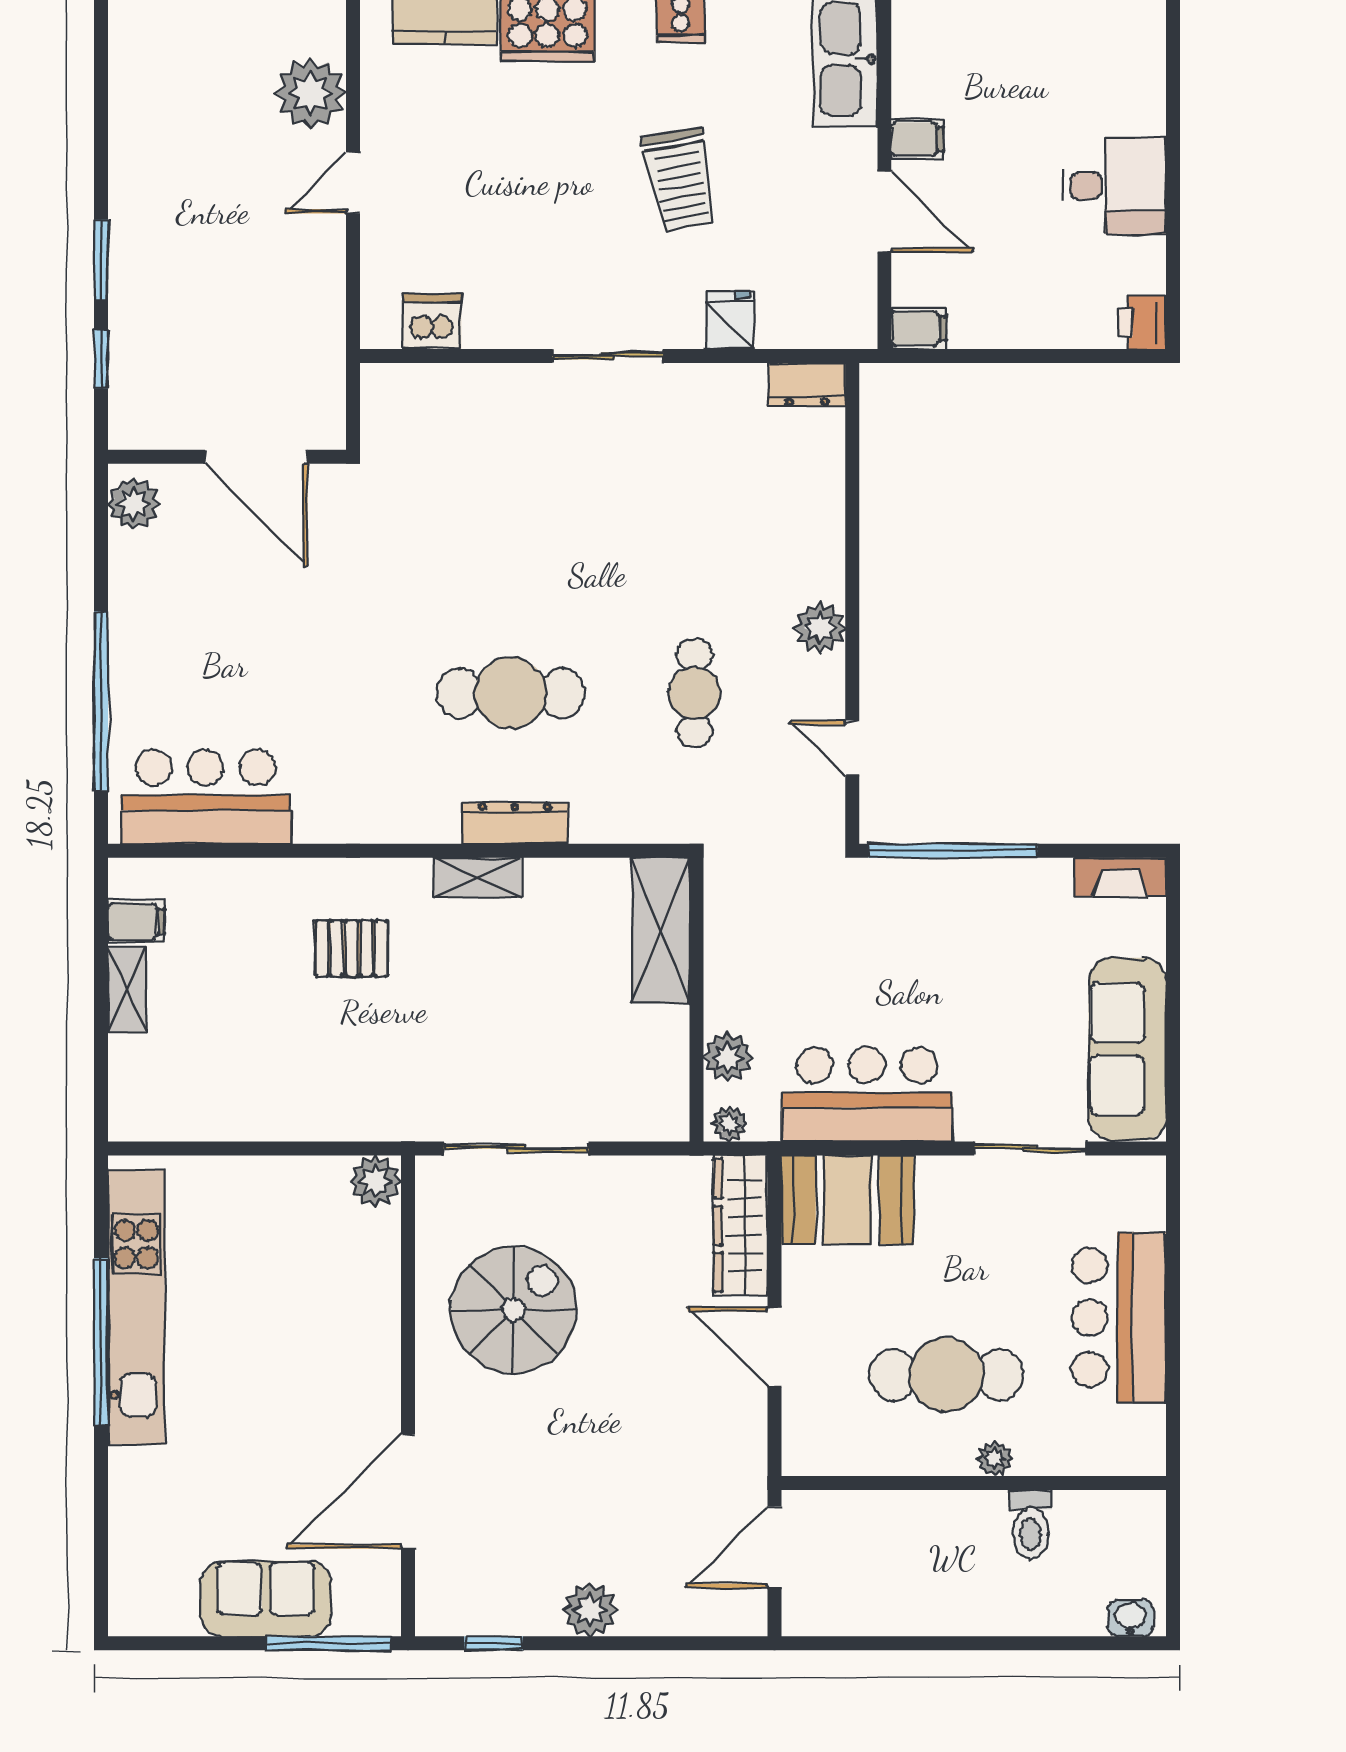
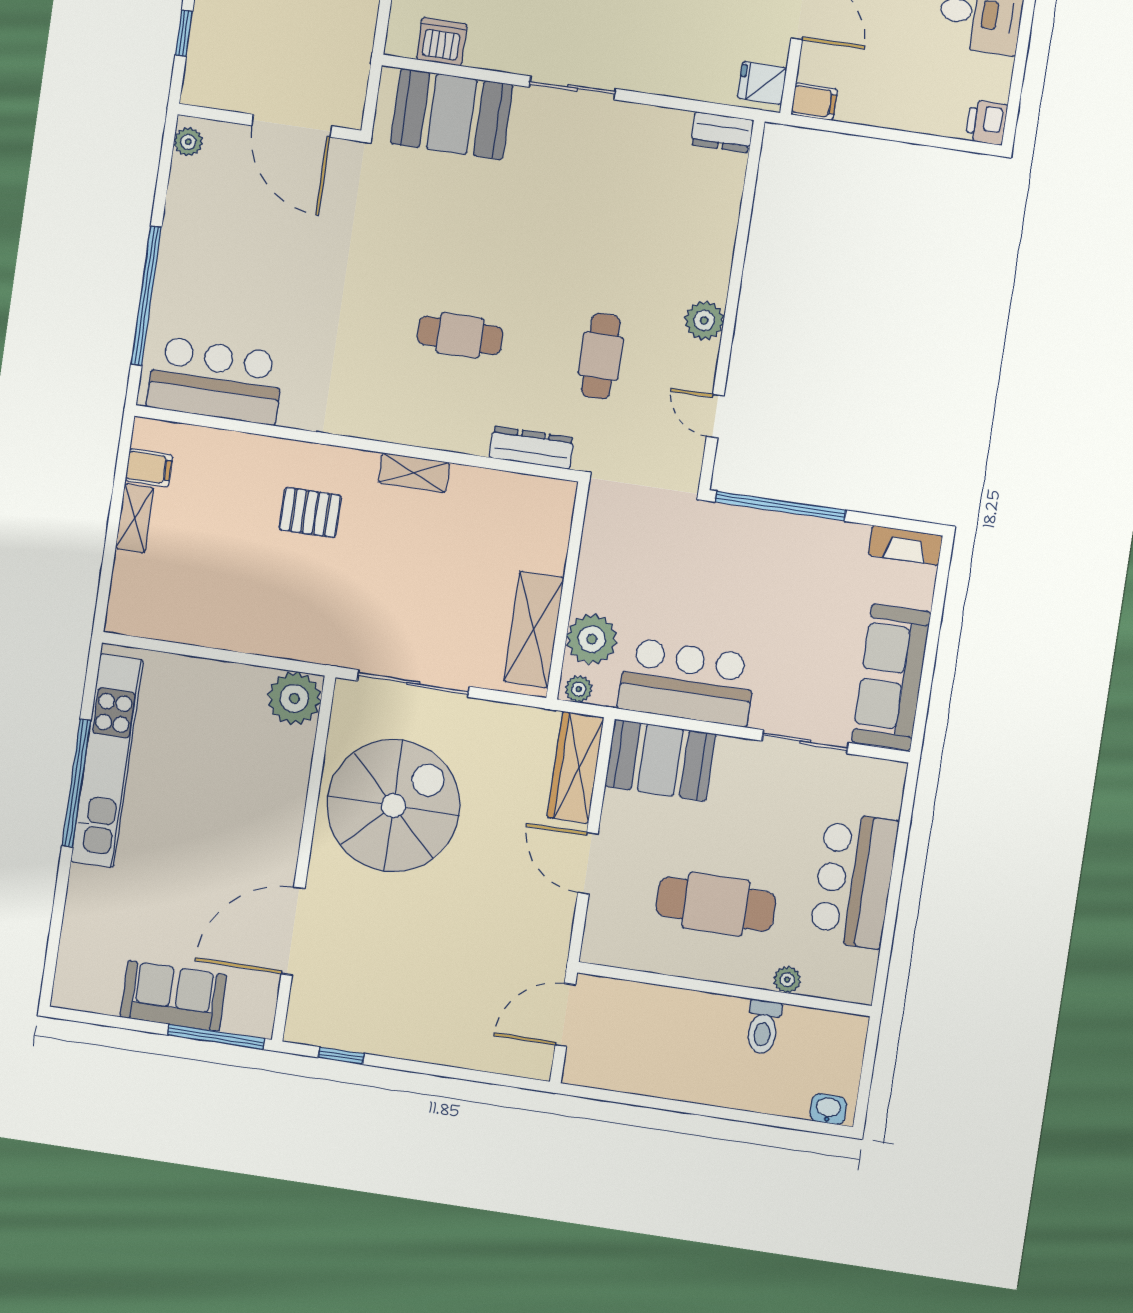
fridge: (730, 320) -> (762, 83), moved, turned -90
booth: (459, 412) -> (452, 114), added
plant: (134, 504) -> (188, 142), width x0.73, depth x0.73
cafe table: (511, 693) -> (460, 335), width x0.73, depth x0.74
dresser: (515, 823) -> (531, 448), moved
shelving: (661, 930) -> (534, 630), moved
plant: (728, 1057) -> (592, 639), width x1.36, depth x1.36
plant: (375, 1181) -> (294, 698), width x1.36, depth x1.36
spiral stairs: (514, 1310) -> (393, 806), width x1.37, depth x1.37
plant: (995, 1459) -> (787, 980), moved
plant: (590, 1610) -> (418, 1041), removed

